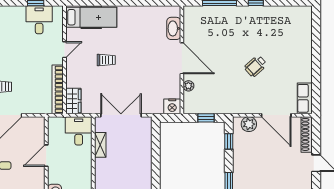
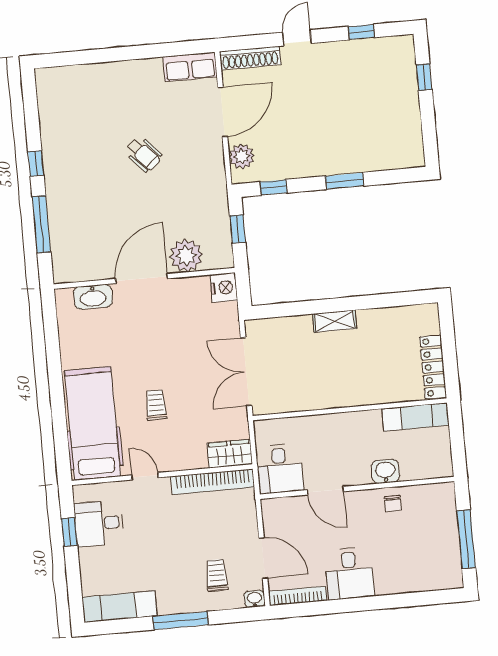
hospital bed: (91, 17) -> (93, 423), width x1.37, depth x1.29
plant: (188, 86) -> (186, 256), width x1.87, depth x1.87
desk: (79, 131) -> (280, 469), moved, turned -90
shelving: (100, 145) -> (335, 321), moved

